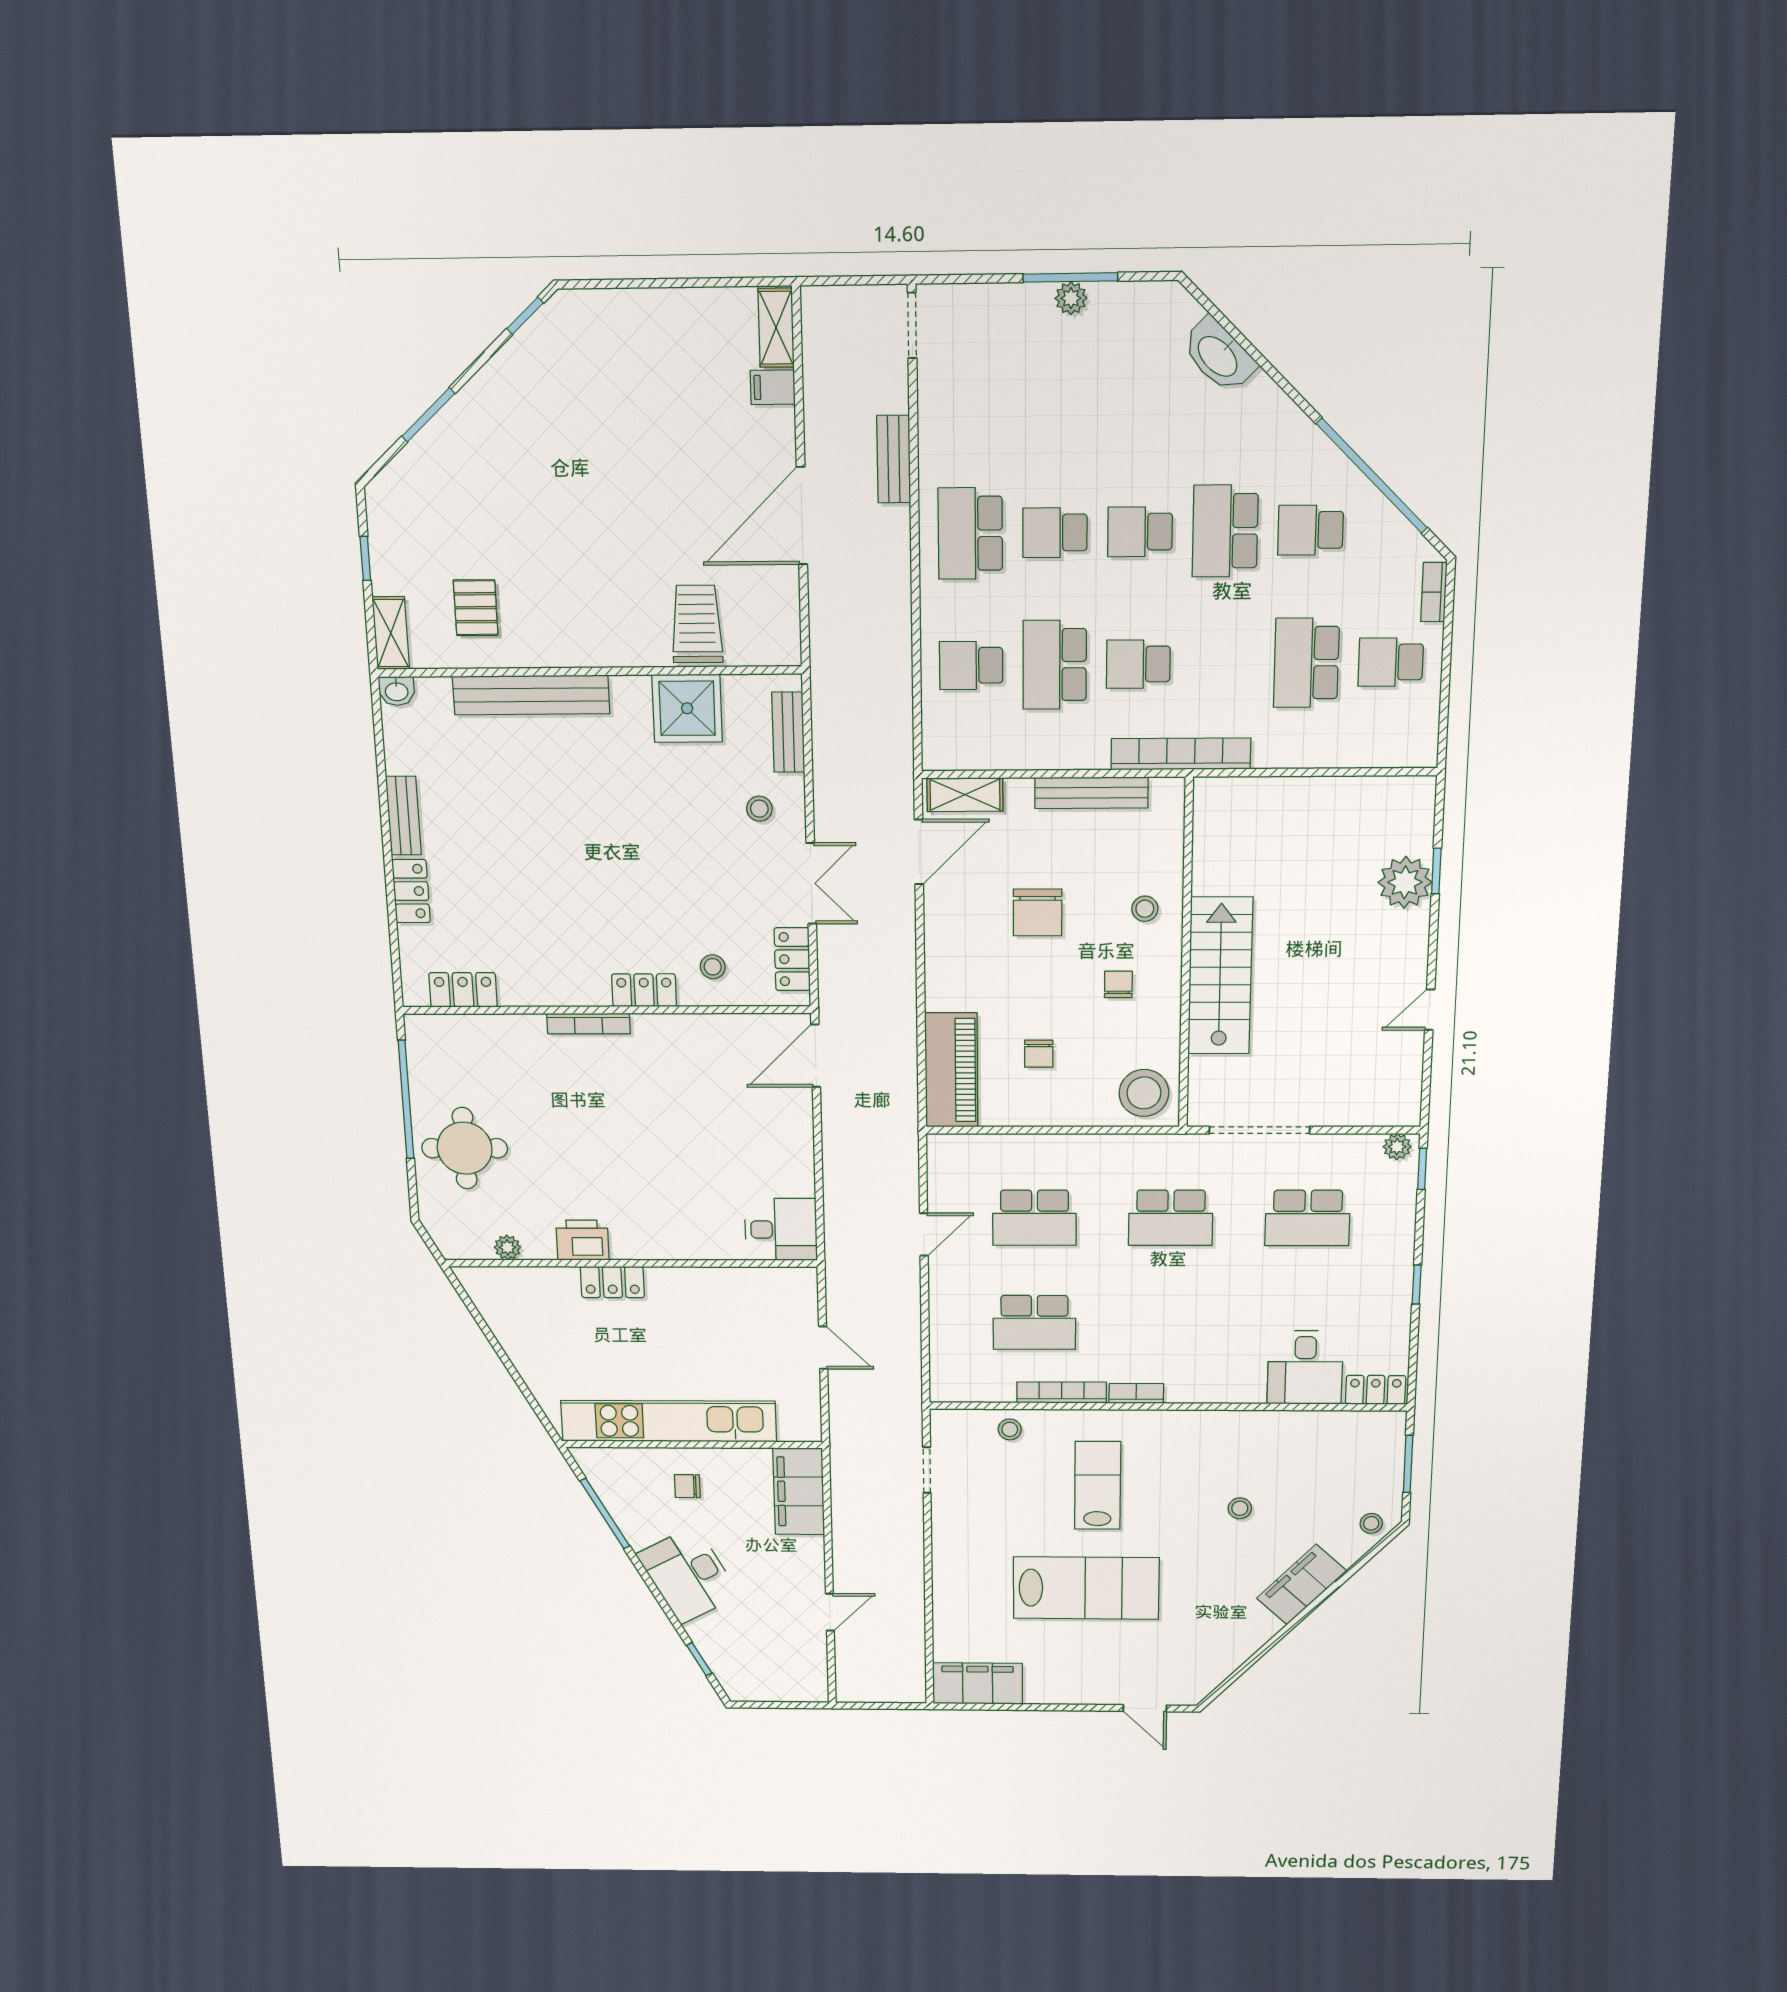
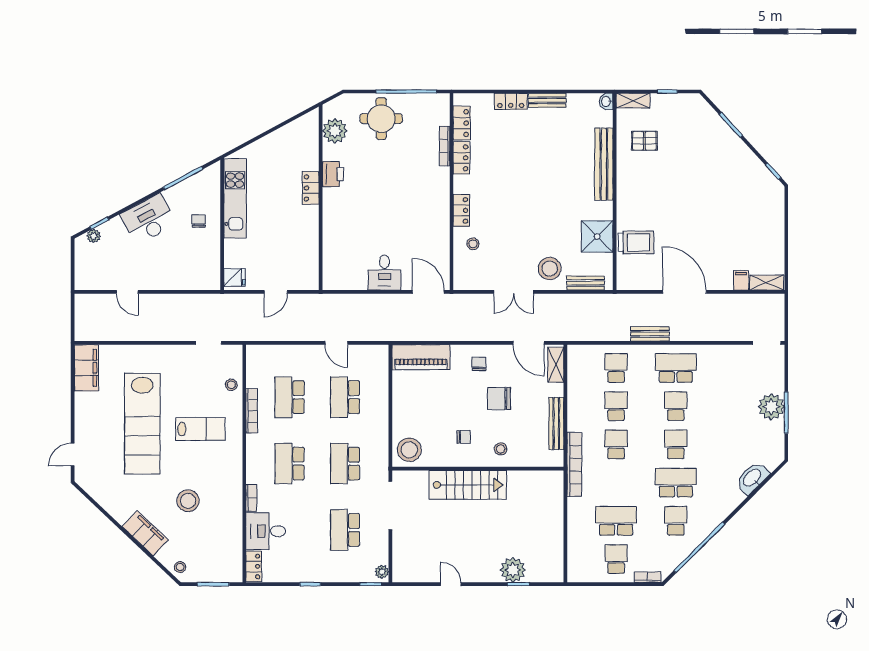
plant: (1071, 298) -> (771, 407), width x1.88, depth x1.88
bench: (894, 459) -> (650, 334), moved
school desk: (1055, 665) -> (616, 406), width x0.54
stool: (759, 809) -> (550, 269), width x1.89, depth x1.89
locker: (792, 959) -> (461, 158), moved, turned 90
bookcase: (588, 1024) -> (445, 146), moved
chair: (1039, 1054) -> (479, 364), moved, turned 90
desk: (781, 1229) -> (385, 273), moved
plant: (507, 1247) -> (335, 131), width x1.88, depth x1.88
school desk: (1169, 1323) -> (290, 464), added
bookcase: (1136, 1393) -> (251, 498), moved
kitchen unit: (669, 1421) -> (235, 198), width x0.73
fridge: (796, 1423) -> (235, 277), added
filing cabinet: (799, 1491) -> (196, 278), removed
stool: (1240, 1508) -> (188, 501), width x1.89, depth x1.89
lab bench: (1086, 1588) -> (142, 424), width x1.36
plant: (724, 1669) -> (94, 236), added

